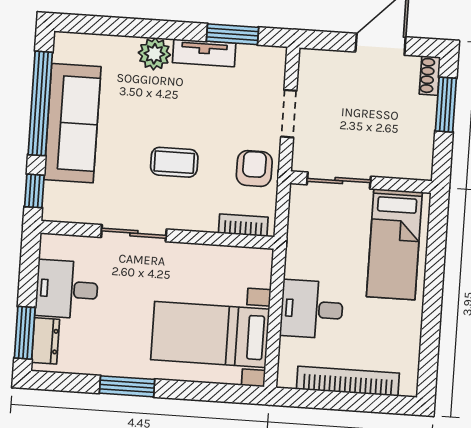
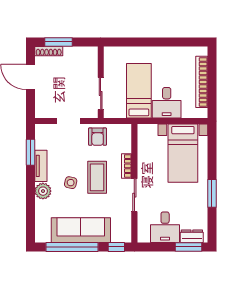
shoe rack: (430, 76) -> (49, 51), width x1.43
side table: (167, 109) -> (71, 183), added
coffee table: (174, 162) -> (97, 177), width x1.36, depth x1.30
armchair: (254, 169) -> (98, 137), turned -90
bookcase: (243, 225) -> (127, 166), moved
bed: (394, 244) -> (139, 91), moved, turned -90

